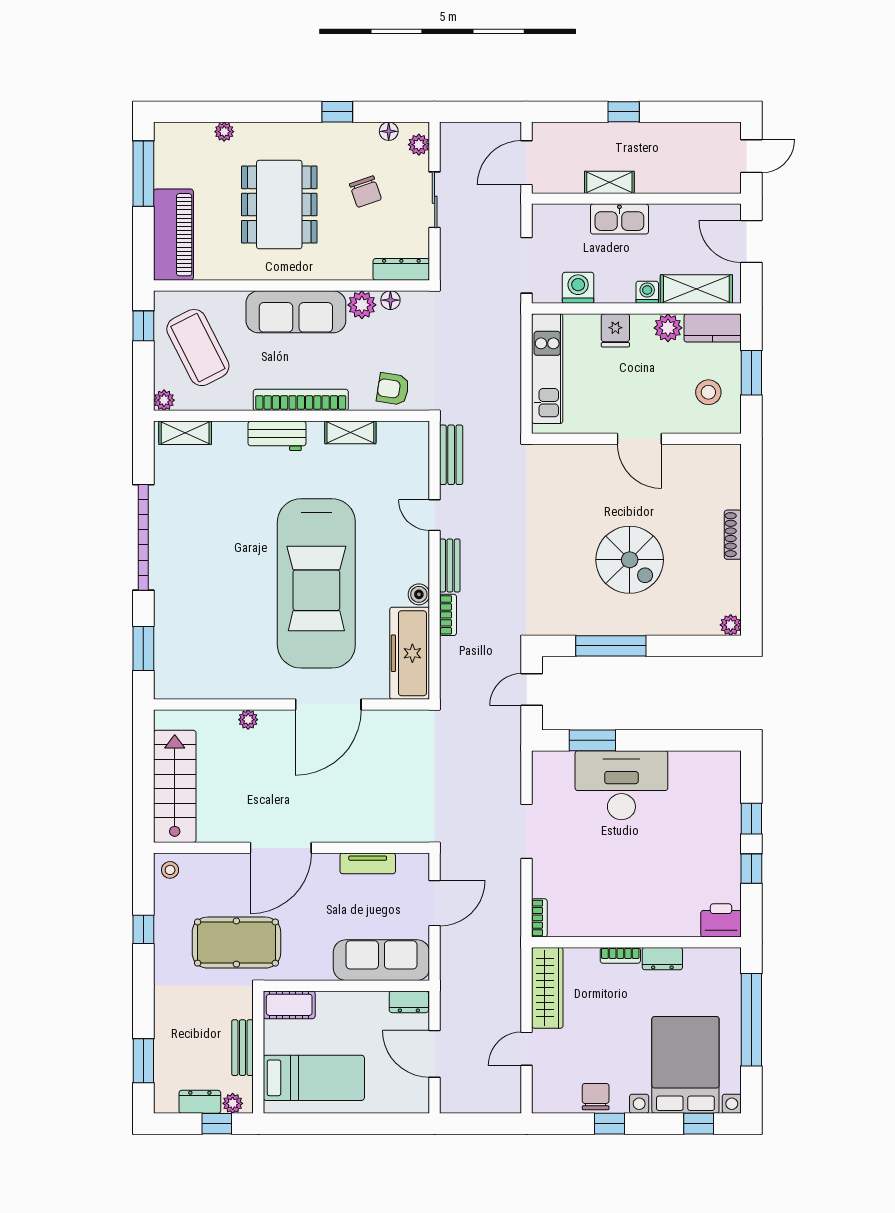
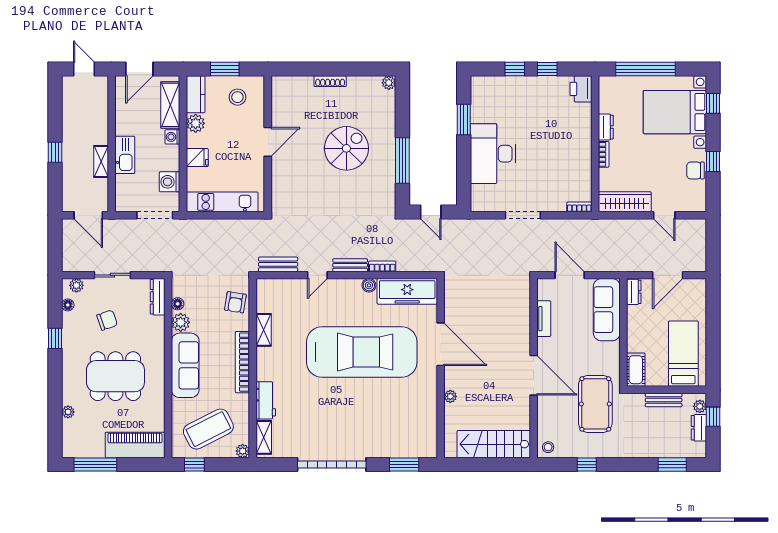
workbench: (277, 436) -> (266, 400), moved
window: (592, 740) -> (464, 119), moved

